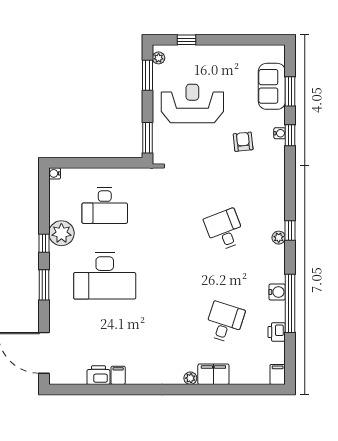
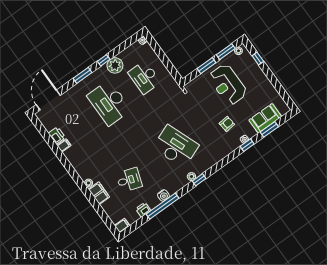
reception desk: (192, 104) -> (228, 84), turned 180
window: (148, 138) -> (206, 66), moved
desk: (224, 230) -> (176, 146), width x1.87, depth x1.30

